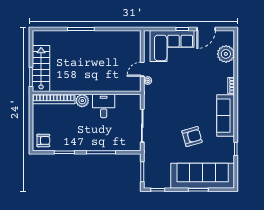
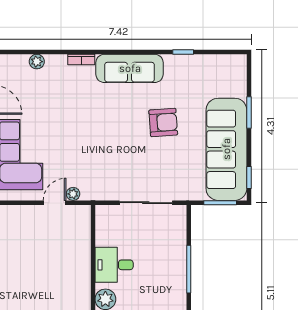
plant: (226, 54) -> (37, 62), width x0.53, depth x0.53
door: (142, 69) -> (55, 203), swing flipped
armchair: (192, 137) -> (163, 122), turned 102
sofa: (203, 176) -> (226, 149), moved

